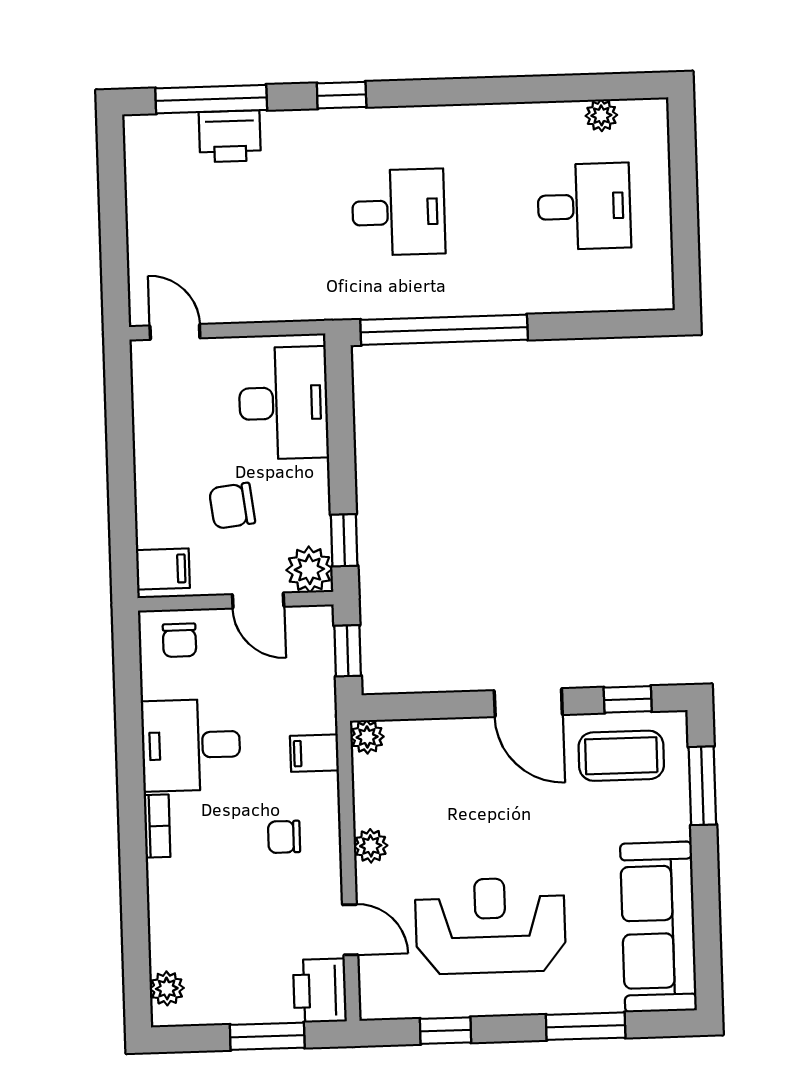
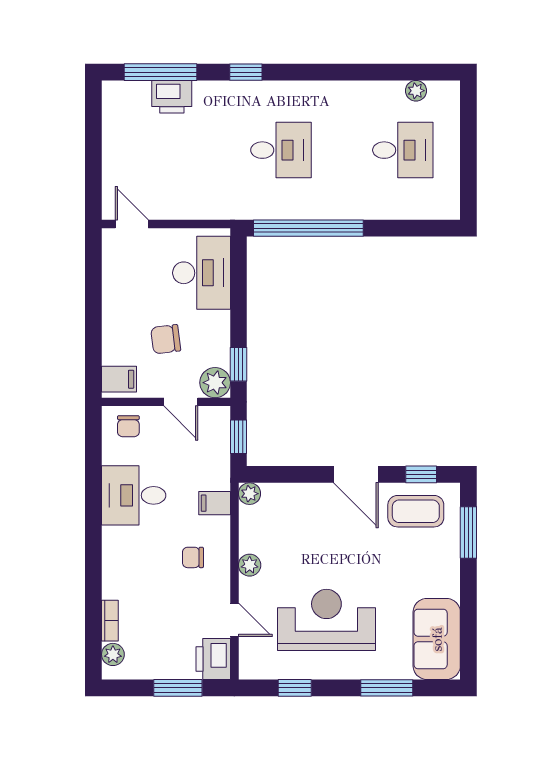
bookcase: (157, 826) -> (110, 621), moved
sofa: (658, 927) -> (437, 639), width x0.73

